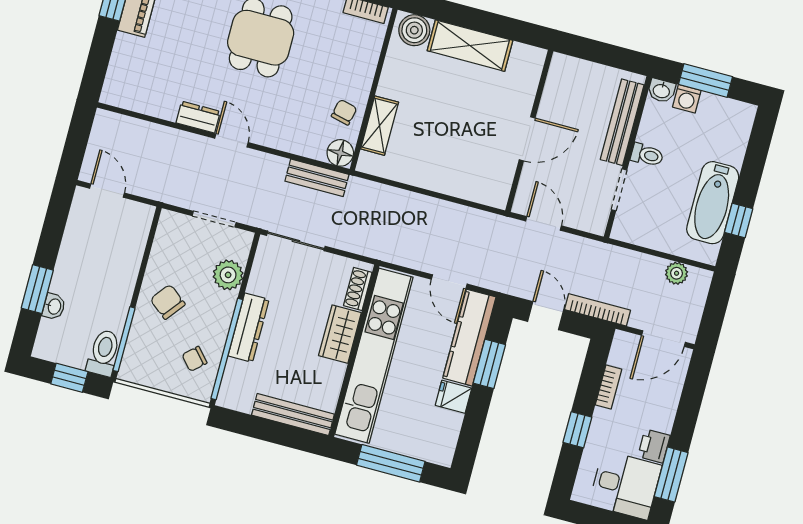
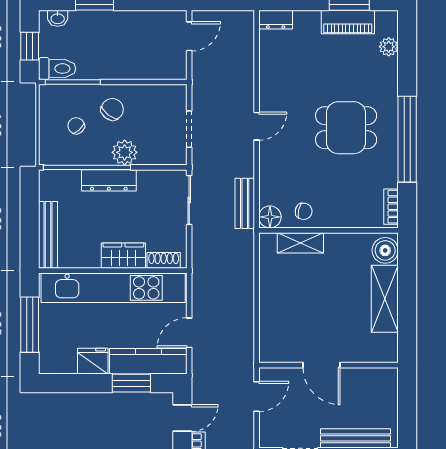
dresser: (198, 117) -> (276, 20), moved, turned 90
plant: (228, 275) -> (125, 152), moved
washbasin: (54, 306) -> (58, 18), moved
chair: (194, 359) -> (76, 126), moved
fridge: (454, 397) -> (93, 361), width x1.38

